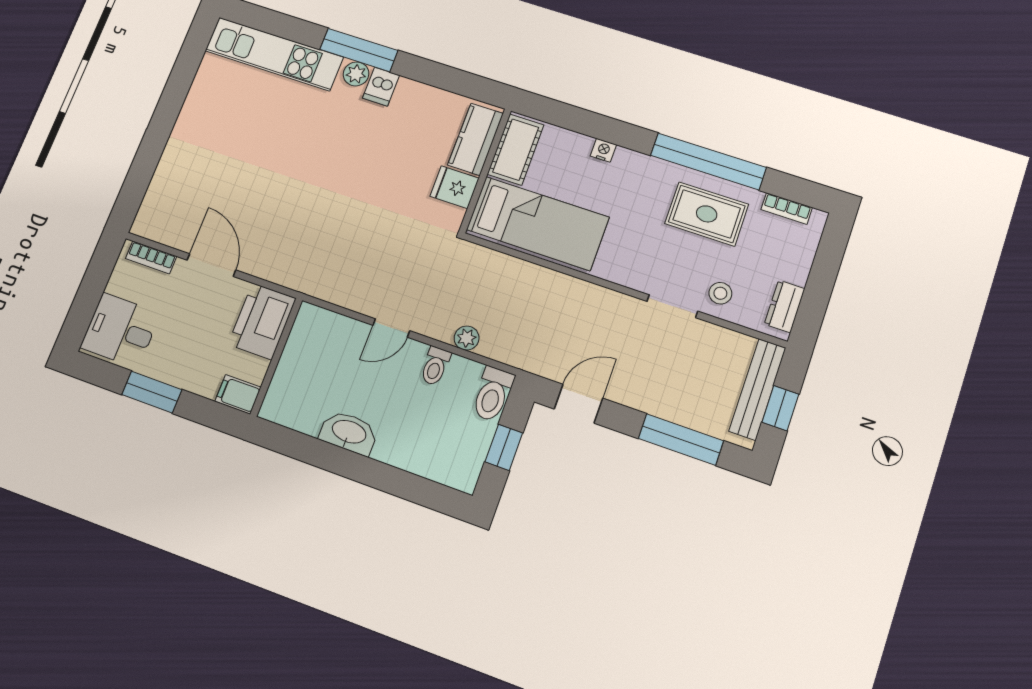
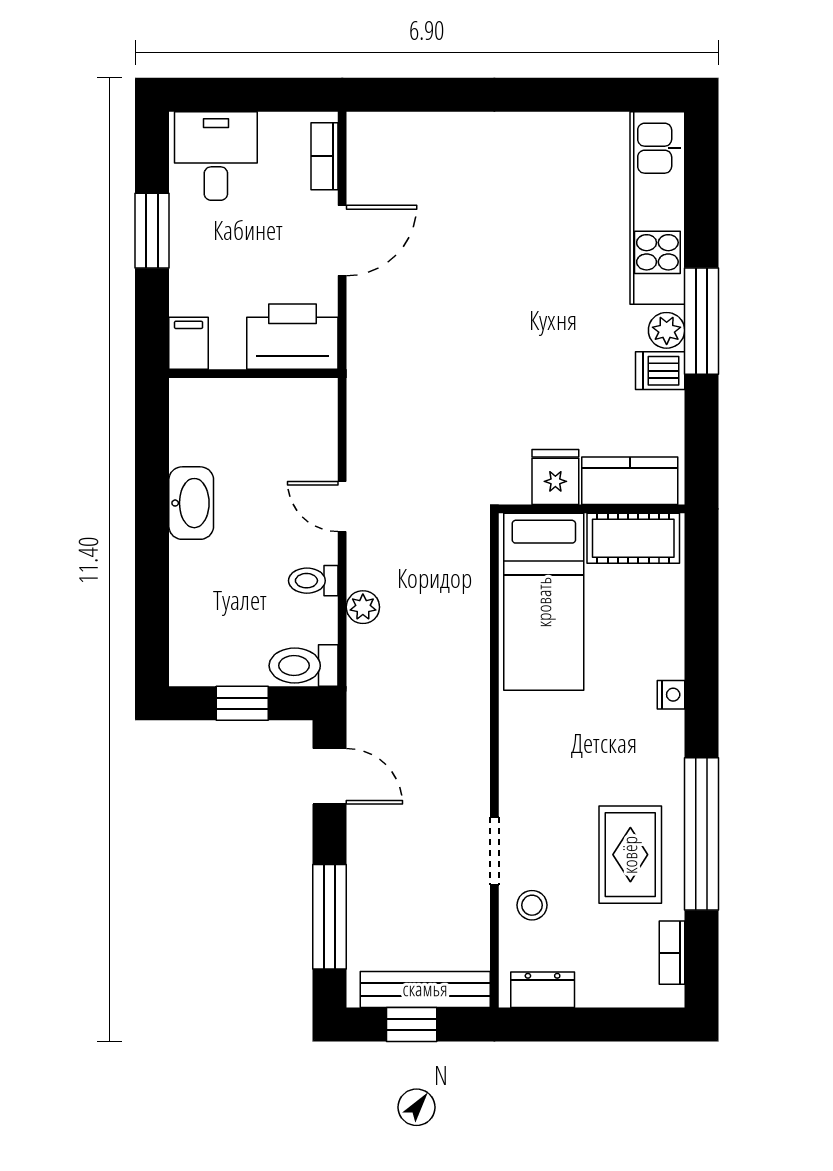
kitchen counter: (476, 139) -> (630, 481), moved
cot: (516, 150) -> (633, 538), moved
wall: (485, 170) -> (592, 509), moved
fridge: (454, 187) -> (555, 477), moved
bed: (538, 223) -> (544, 602), moved

